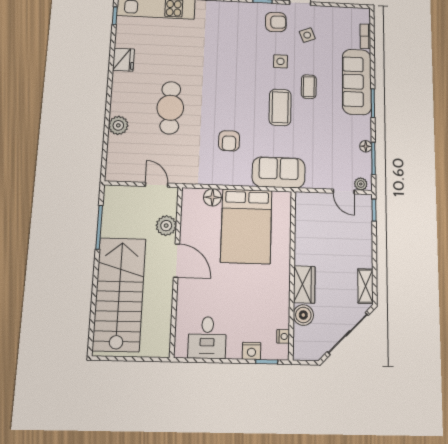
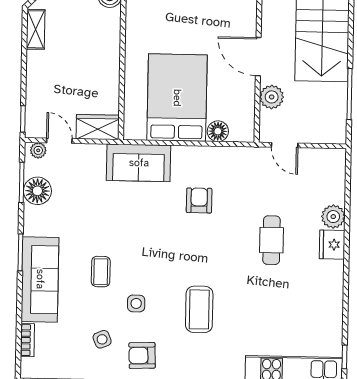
fridge: (123, 60) -> (332, 245), moved
coffee table: (280, 107) -> (199, 309), moved
cafe table: (170, 108) -> (272, 240), width x0.73, depth x0.74
floor lamp: (366, 146) -> (37, 191), width x1.89, depth x1.89
wardrobe: (304, 284) -> (98, 127), moved, turned 90

